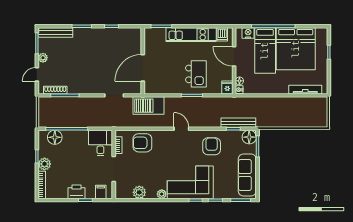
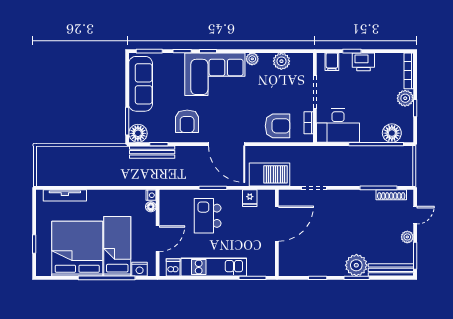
plant: (82, 36) -> (356, 265), added
door: (234, 56) -> (158, 239), hinge flipped
fridge: (227, 87) -> (250, 198), moved
door: (181, 129) -> (227, 144), width x1.87
desk: (100, 143) -> (338, 126), width x1.37

